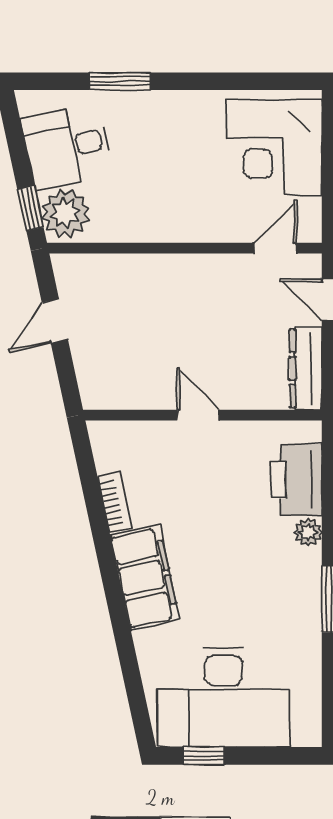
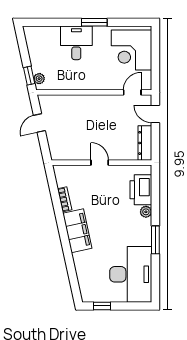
window: (120, 81) -> (94, 22), moved
desk: (67, 147) -> (76, 43), moved, turned 102
plant: (65, 213) -> (39, 79), width x0.53, depth x0.53
desk: (223, 697) -> (131, 274), moved, turned -90

